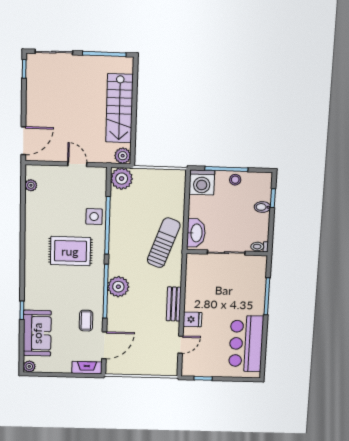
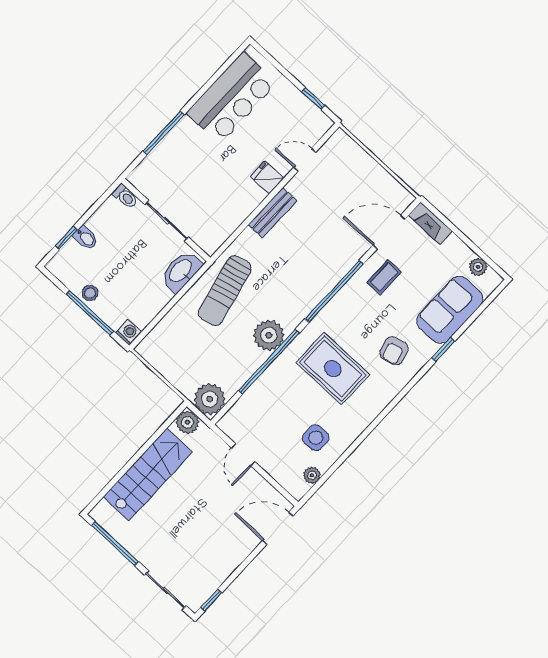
washing machine: (202, 182) -> (129, 333), width x0.53, depth x0.53
side table: (94, 217) -> (316, 438), moved
sun lounger: (164, 243) -> (225, 291), turned -33
plant: (118, 287) -> (269, 335), moved
armchair: (47, 288) -> (394, 351), added
plant: (29, 366) -> (478, 267), moved

